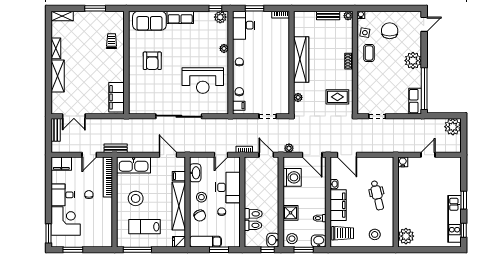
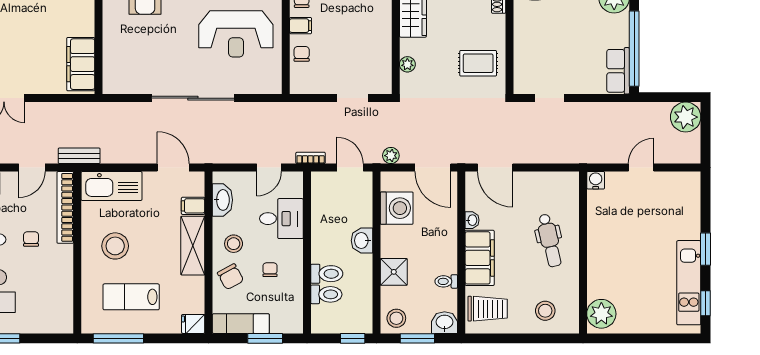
filing cabinet: (239, 106) -> (301, 26), moved
desk: (228, 187) -> (281, 219), width x0.73
shelving: (179, 206) -> (193, 246), width x0.68
washbasin: (273, 240) -> (362, 241), moved

